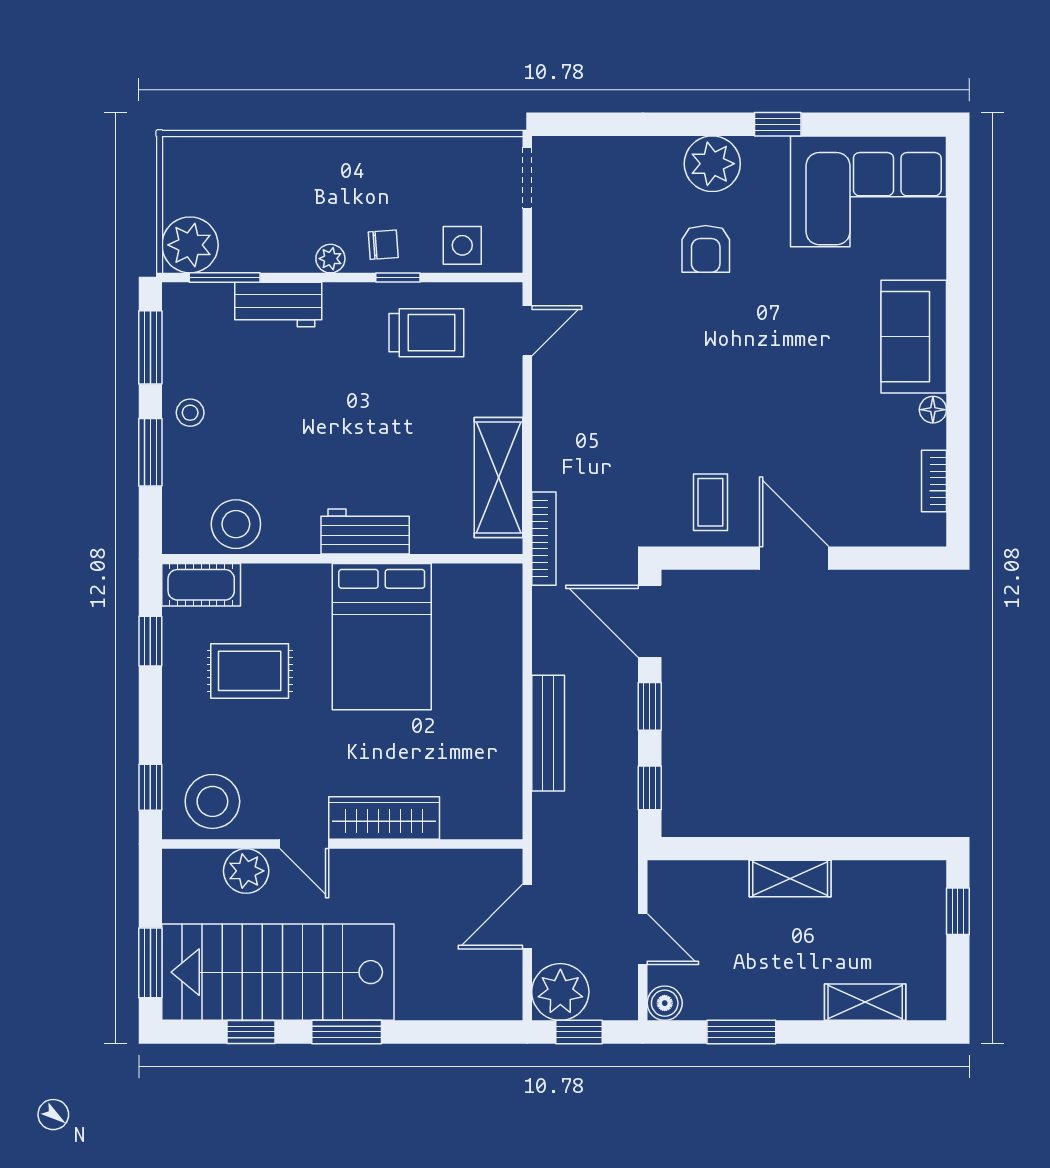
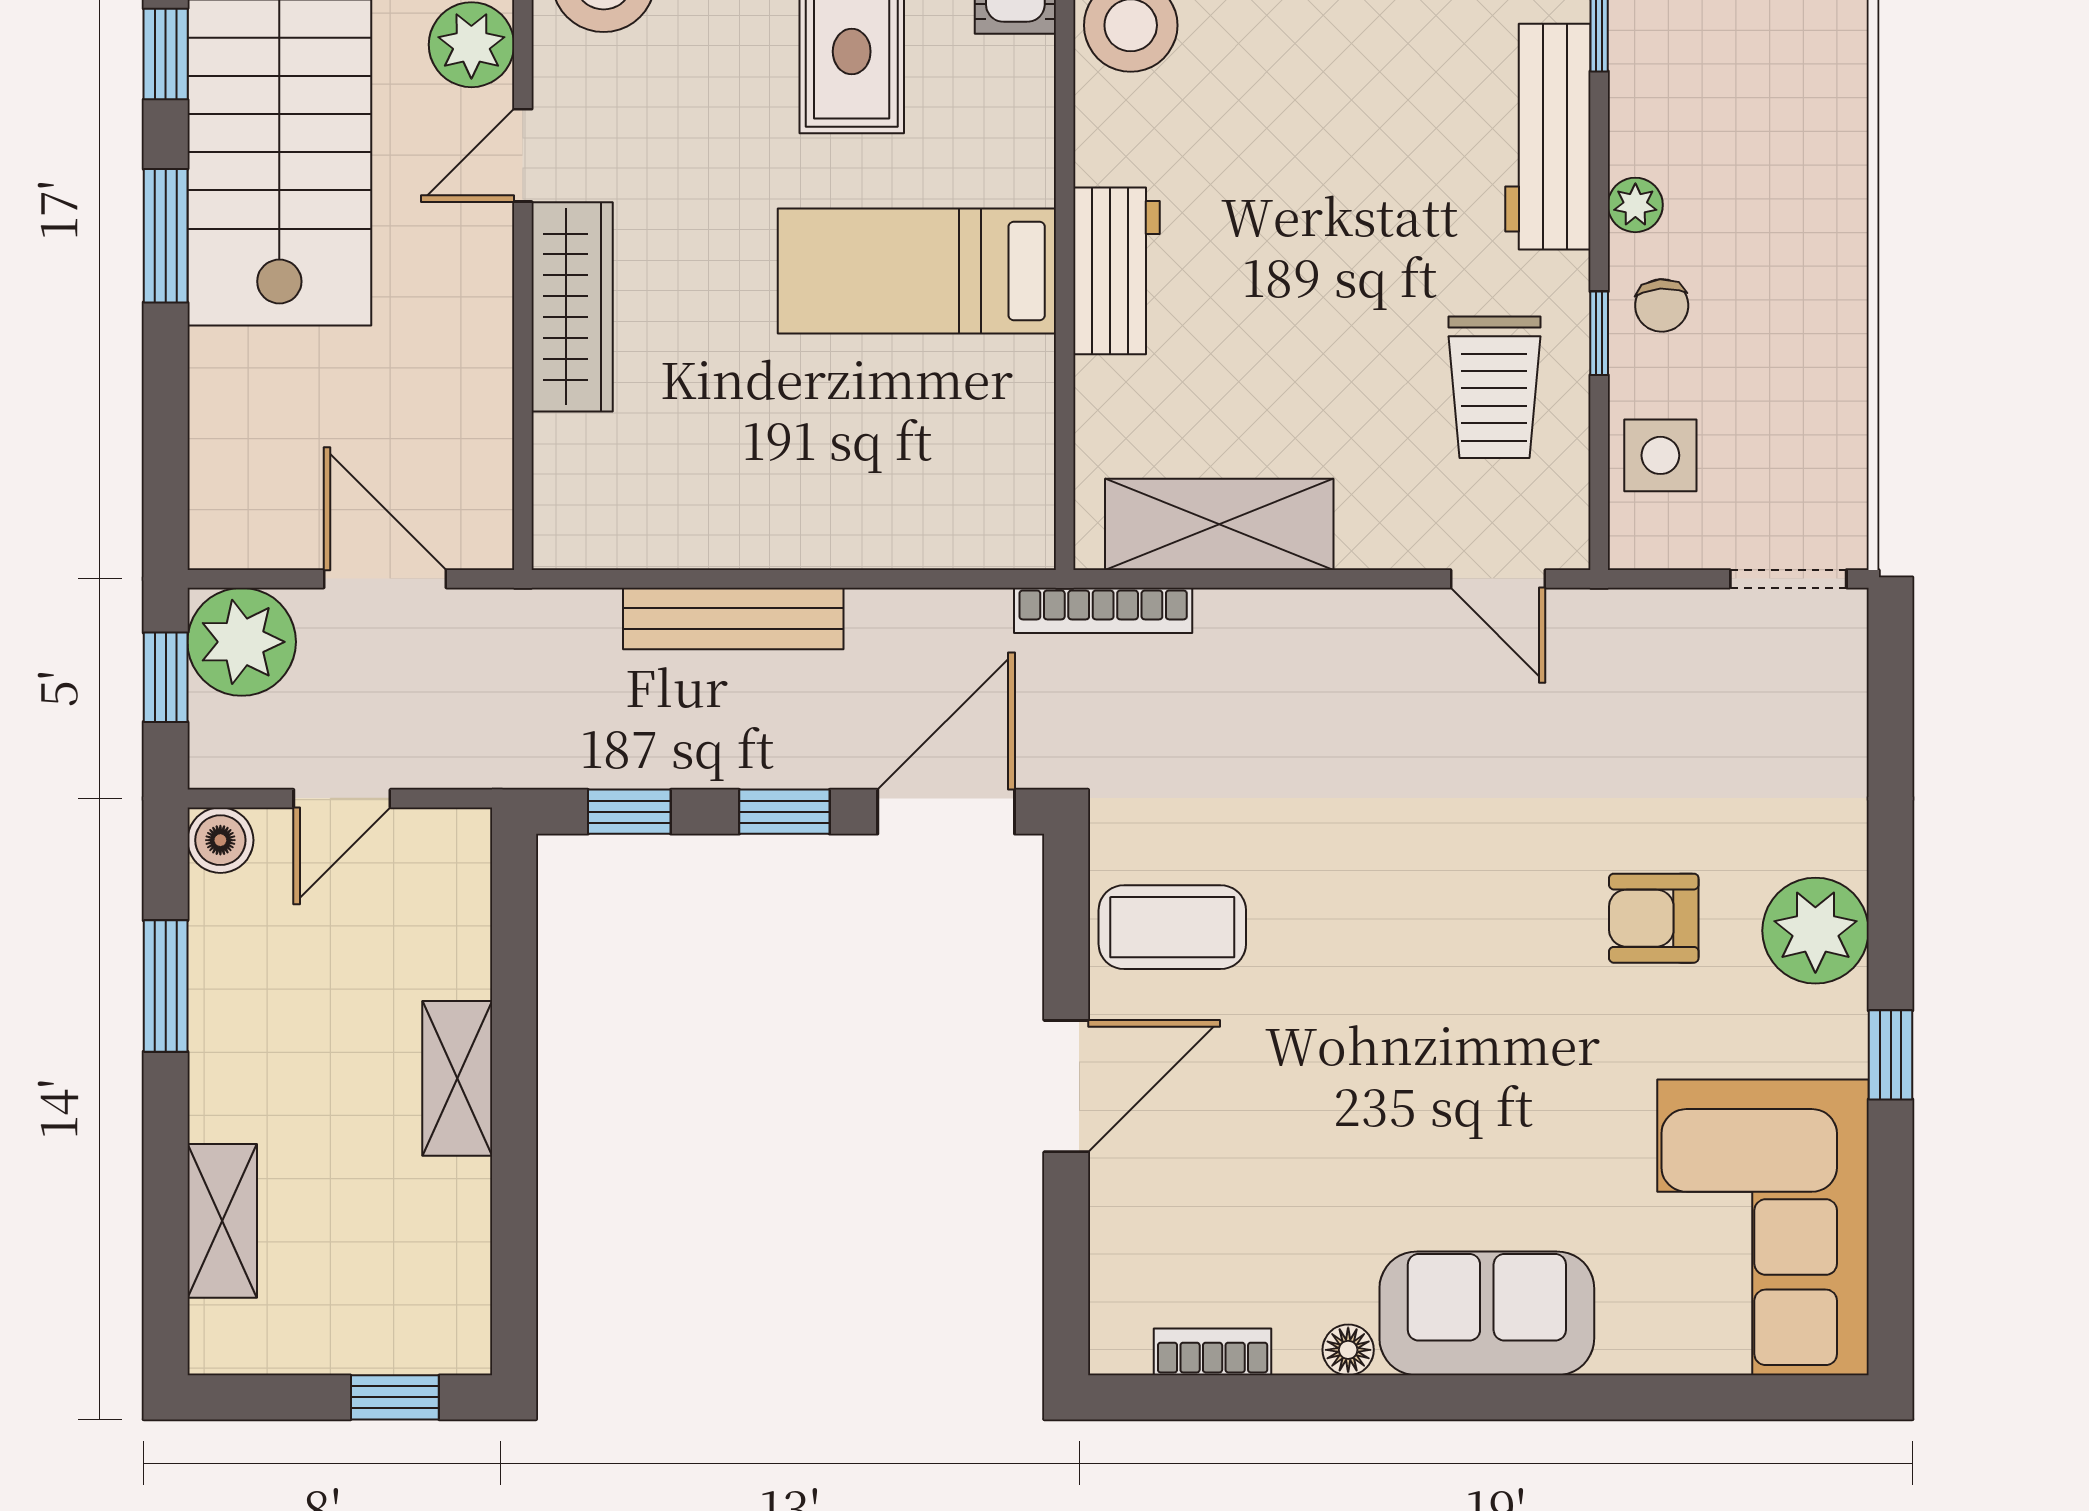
workbench: (278, 305) -> (1548, 137), width x1.37
coffee table: (710, 502) -> (1172, 927), width x1.36, depth x1.30
bed: (382, 637) -> (917, 271), width x0.67

